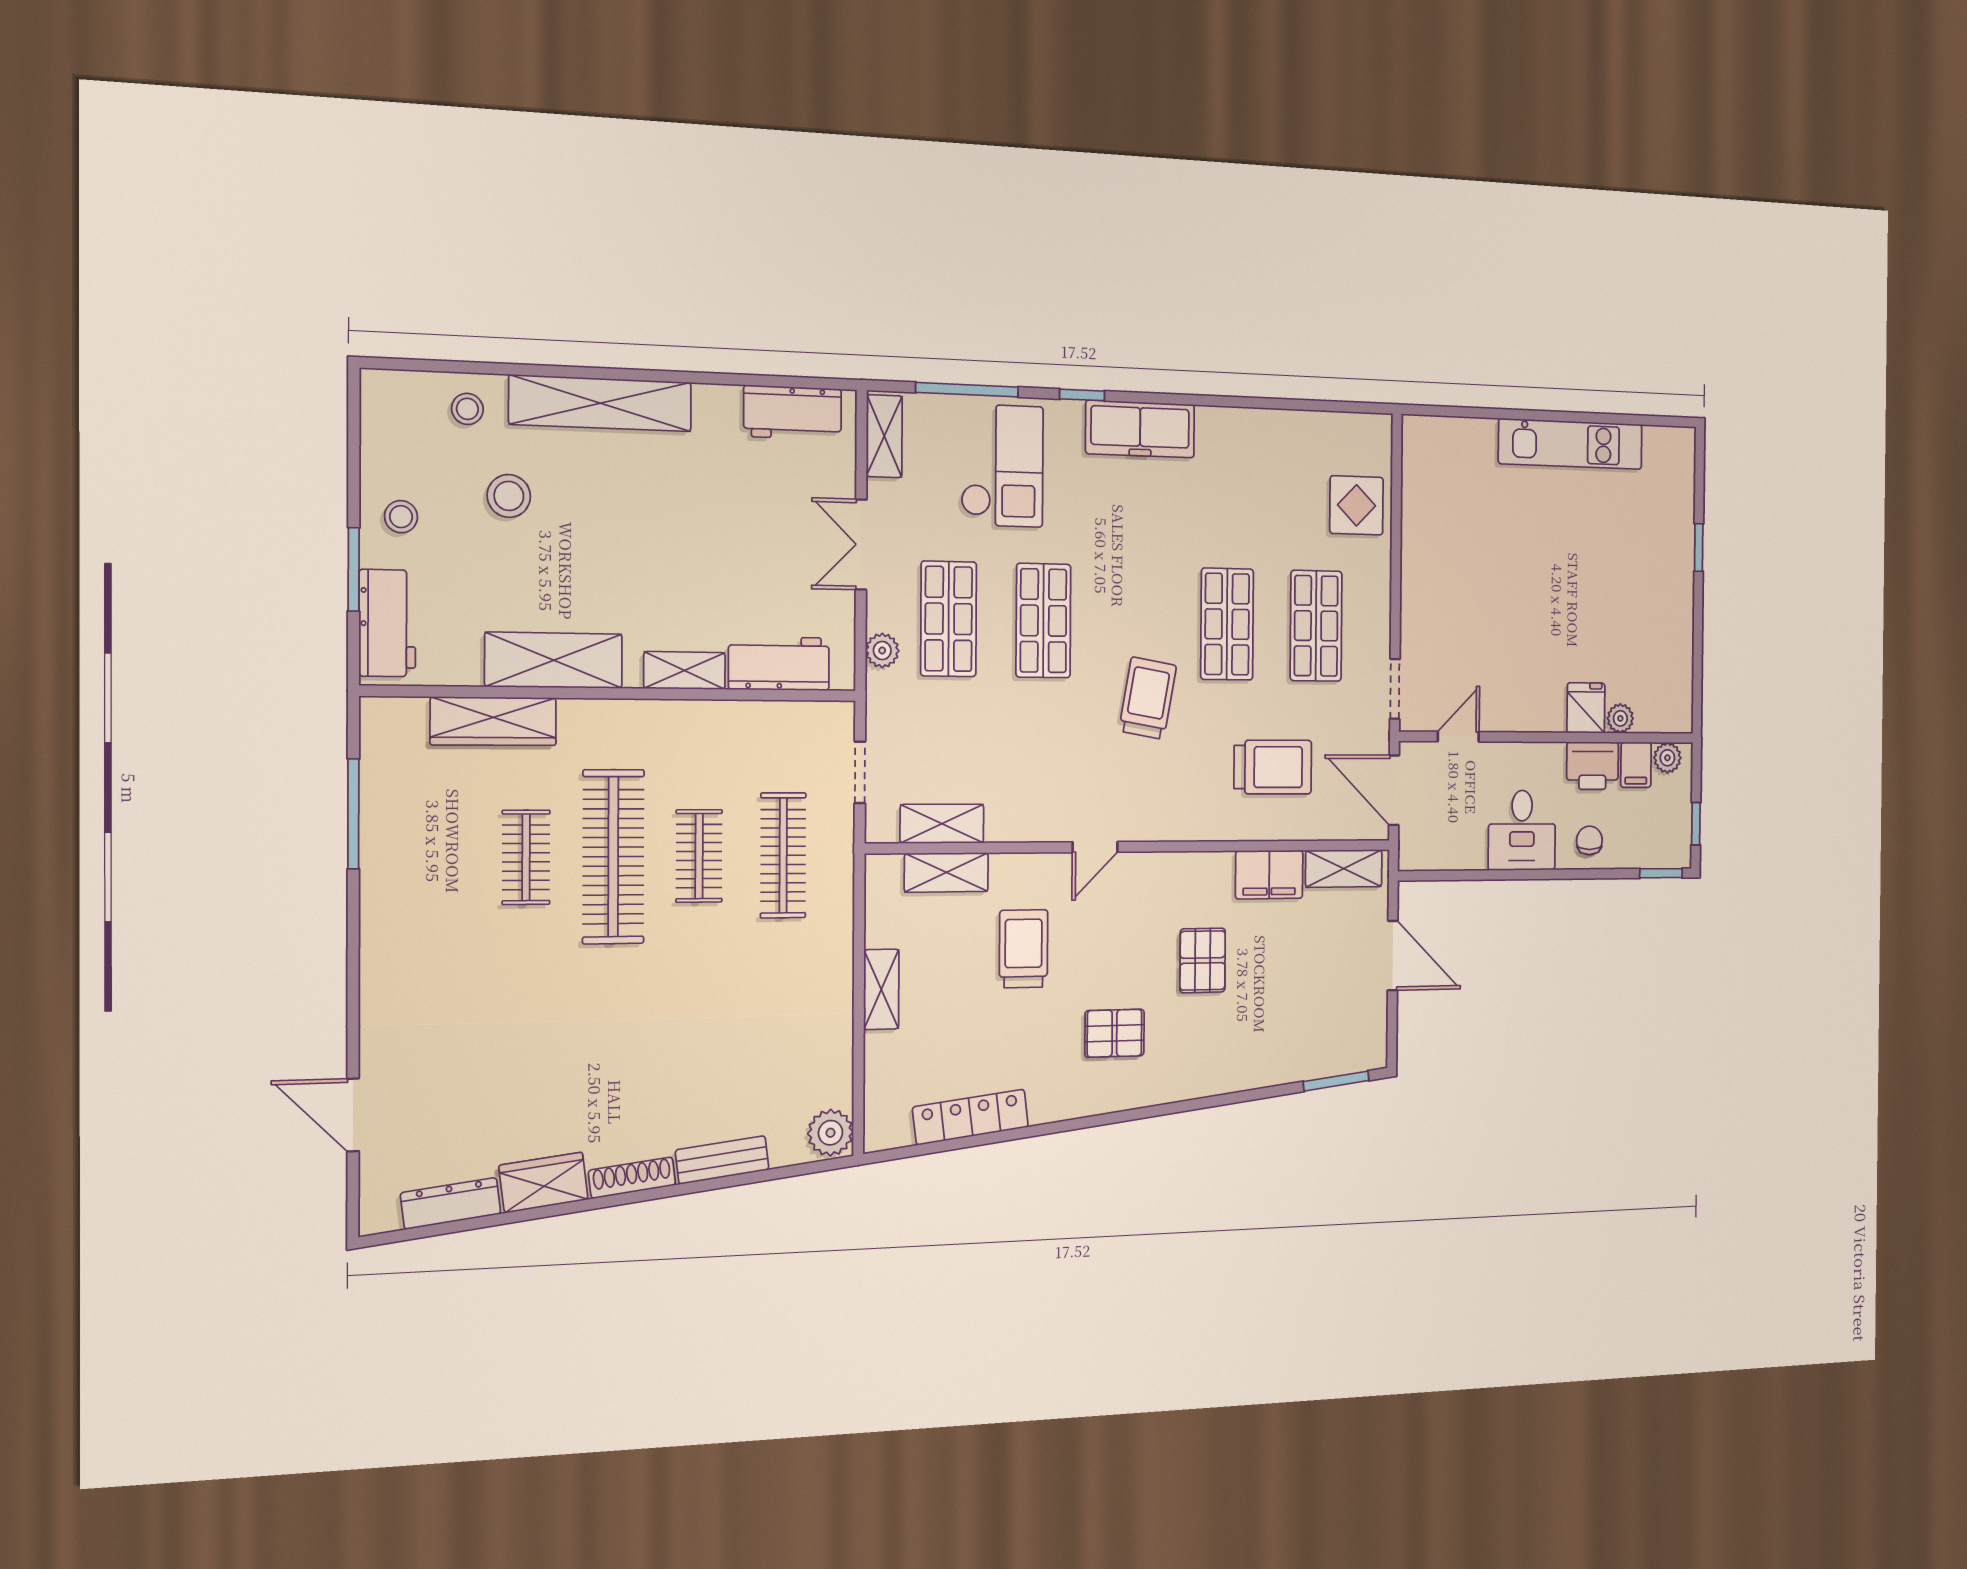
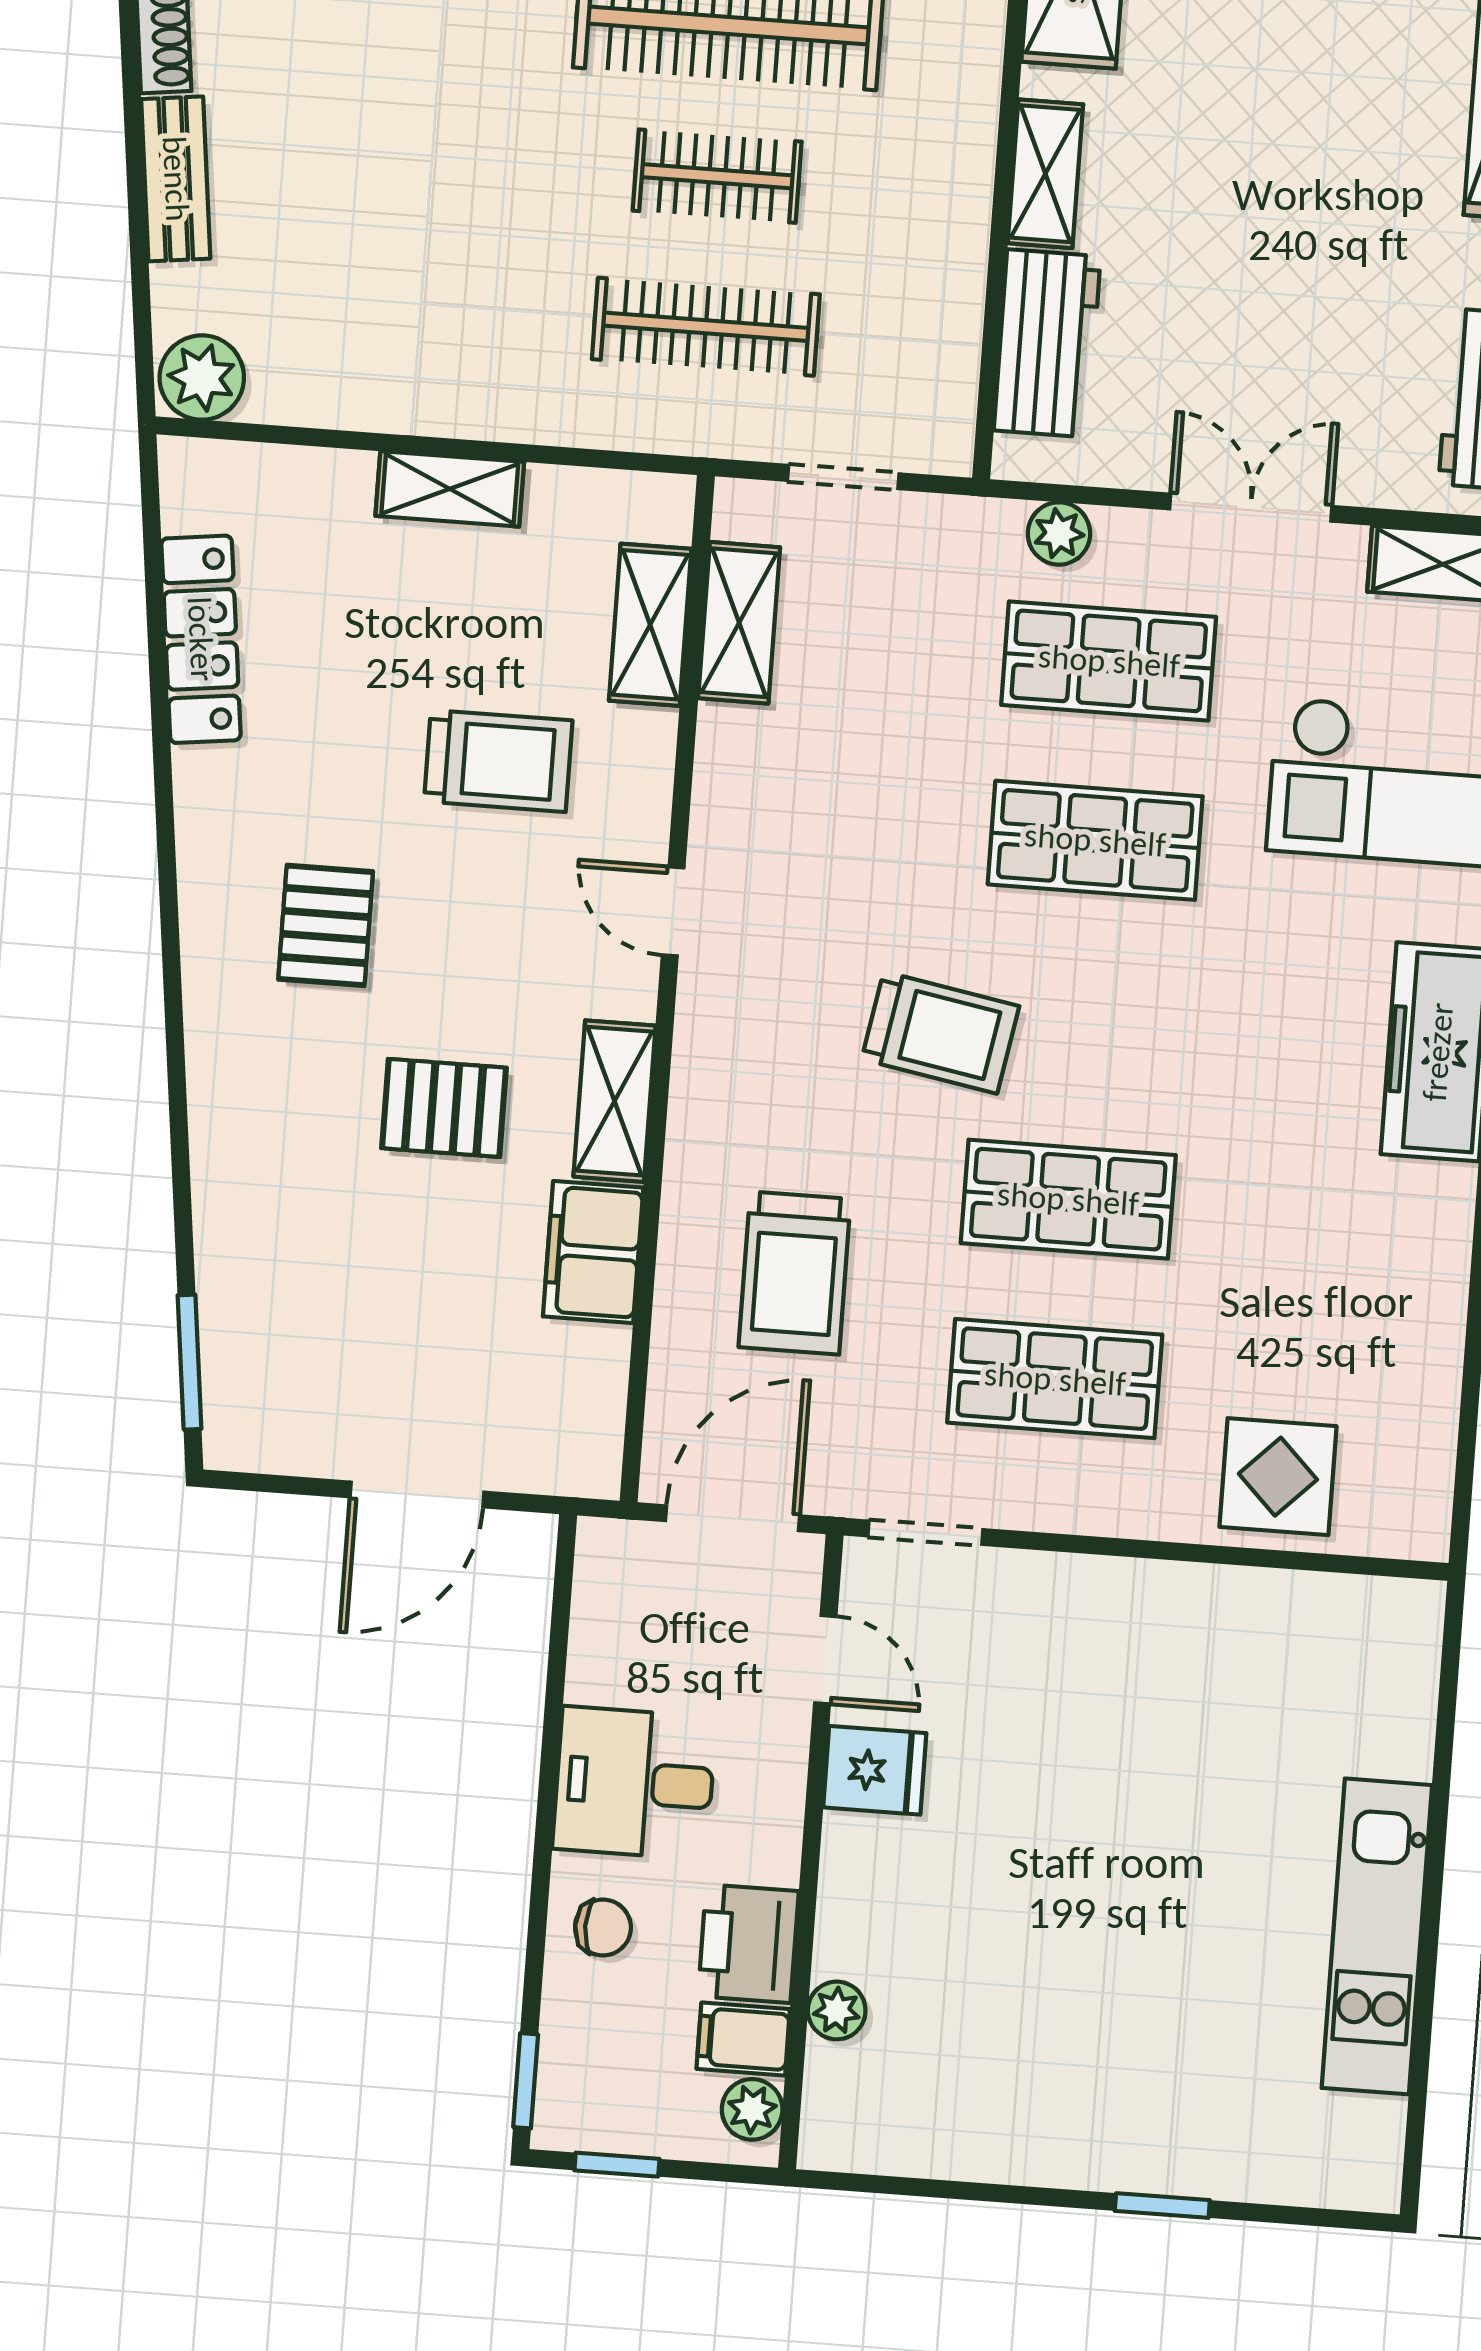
fridge: (1586, 708) -> (875, 1770), moved
shelving: (1344, 869) -> (615, 1101), moved

